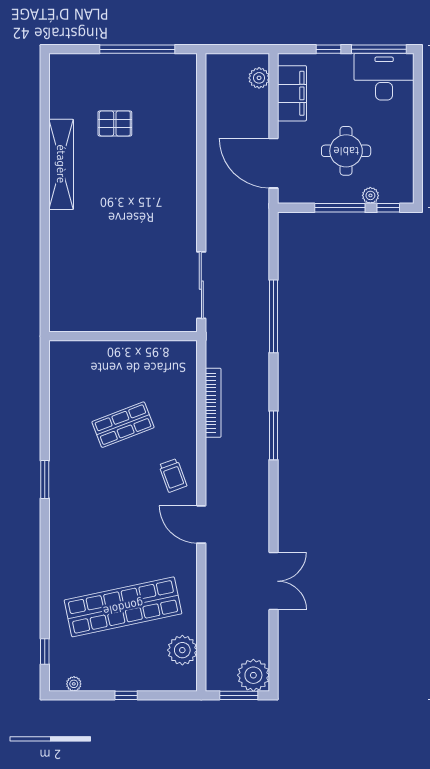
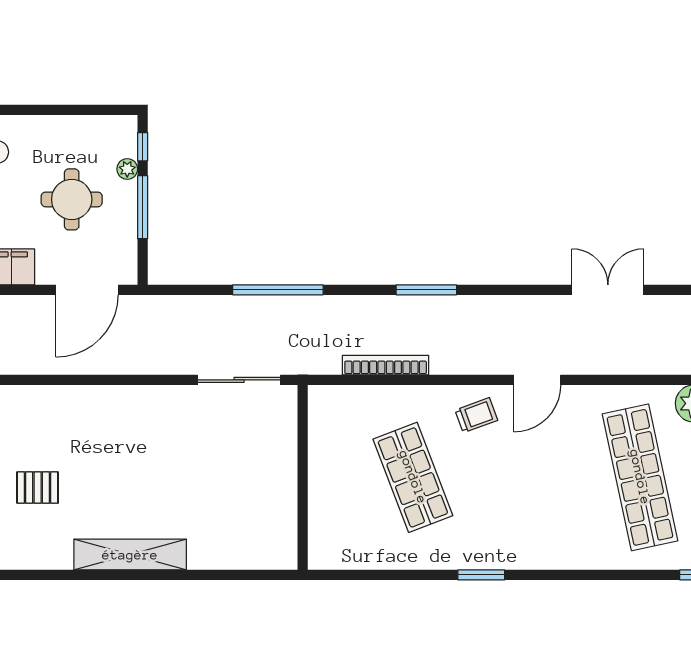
pallet: (115, 123) -> (38, 488), turned 90
shelving: (61, 164) -> (130, 555), moved
shop shelf: (123, 425) -> (413, 477), width x1.43, depth x1.36

